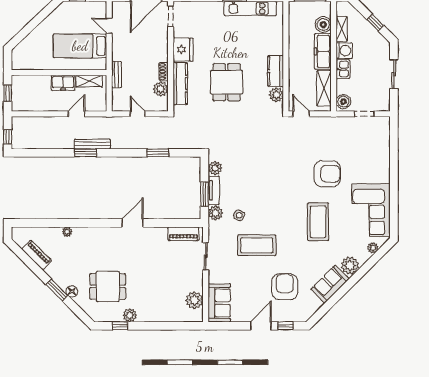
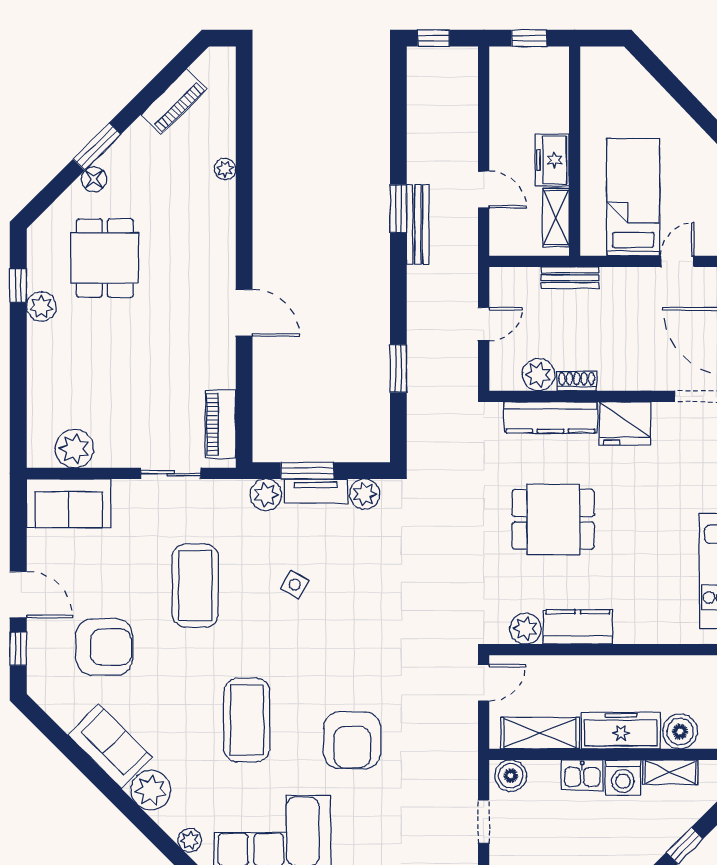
side table: (239, 215) -> (295, 585), moved
coffee table: (318, 222) -> (247, 720), turned 90

